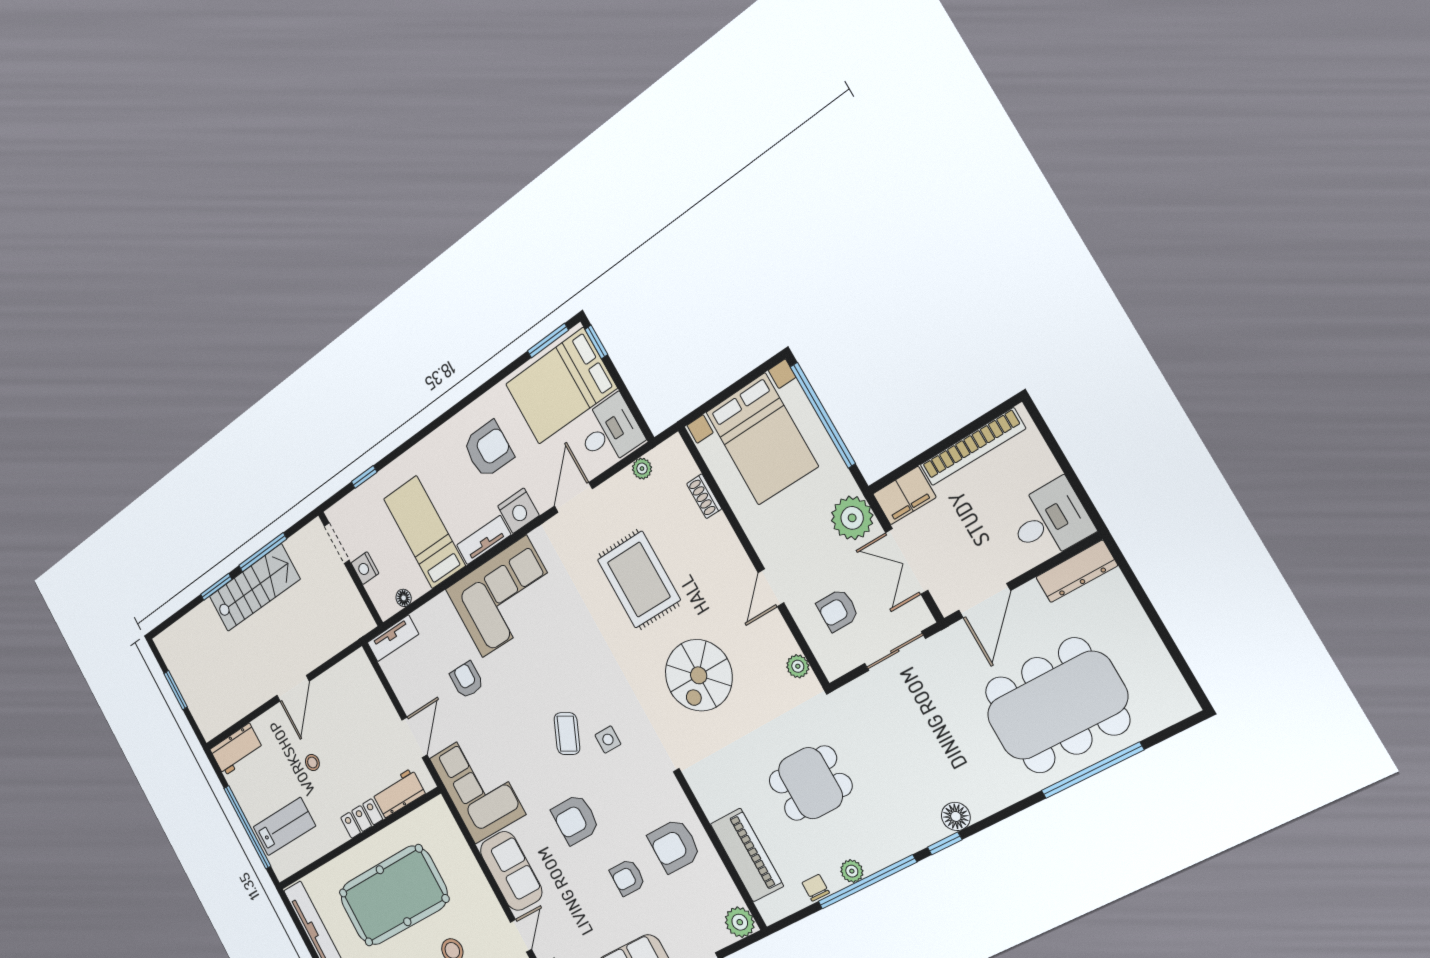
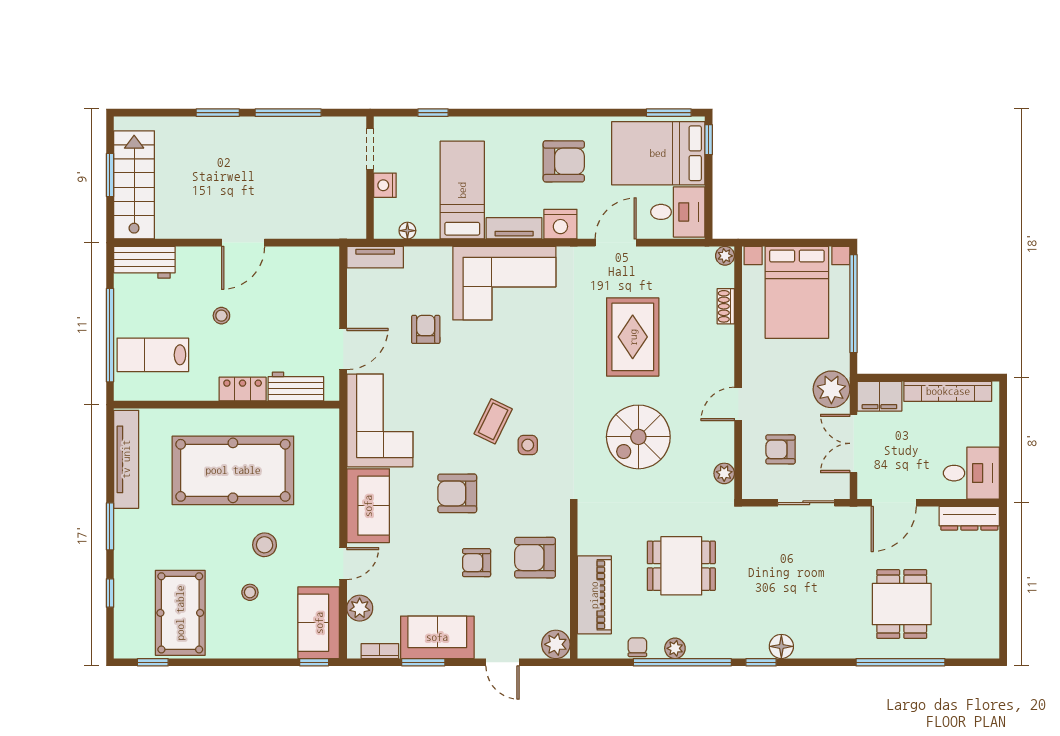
plant: (642, 469) -> (725, 256), moved
stairs: (254, 588) -> (134, 185), moved, turned -90
dining table: (1057, 706) -> (902, 604), width x0.53, depth x0.80
lab bench: (284, 826) -> (153, 355), turned 180

